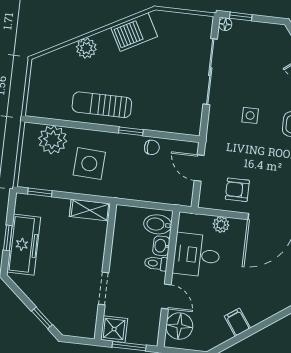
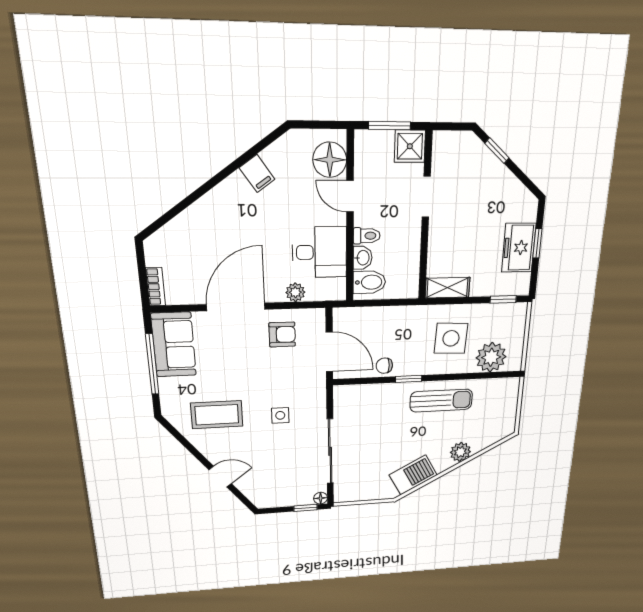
door: (199, 168) -> (329, 352), width x1.38
freezer: (24, 245) -> (519, 248), width x0.71

